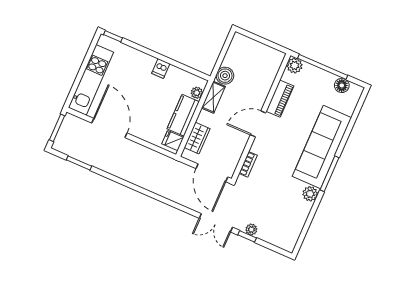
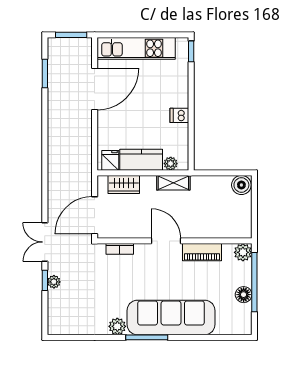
boiler: (225, 76) -> (241, 185), moved
floor lamp: (342, 85) -> (244, 295), moved

